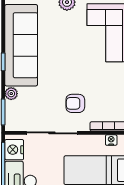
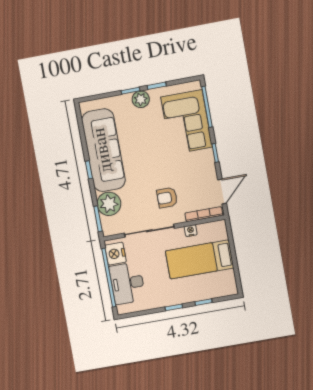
plant: (11, 94) -> (109, 204), width x1.87, depth x1.87
nightstand: (111, 140) -> (191, 231), moved

